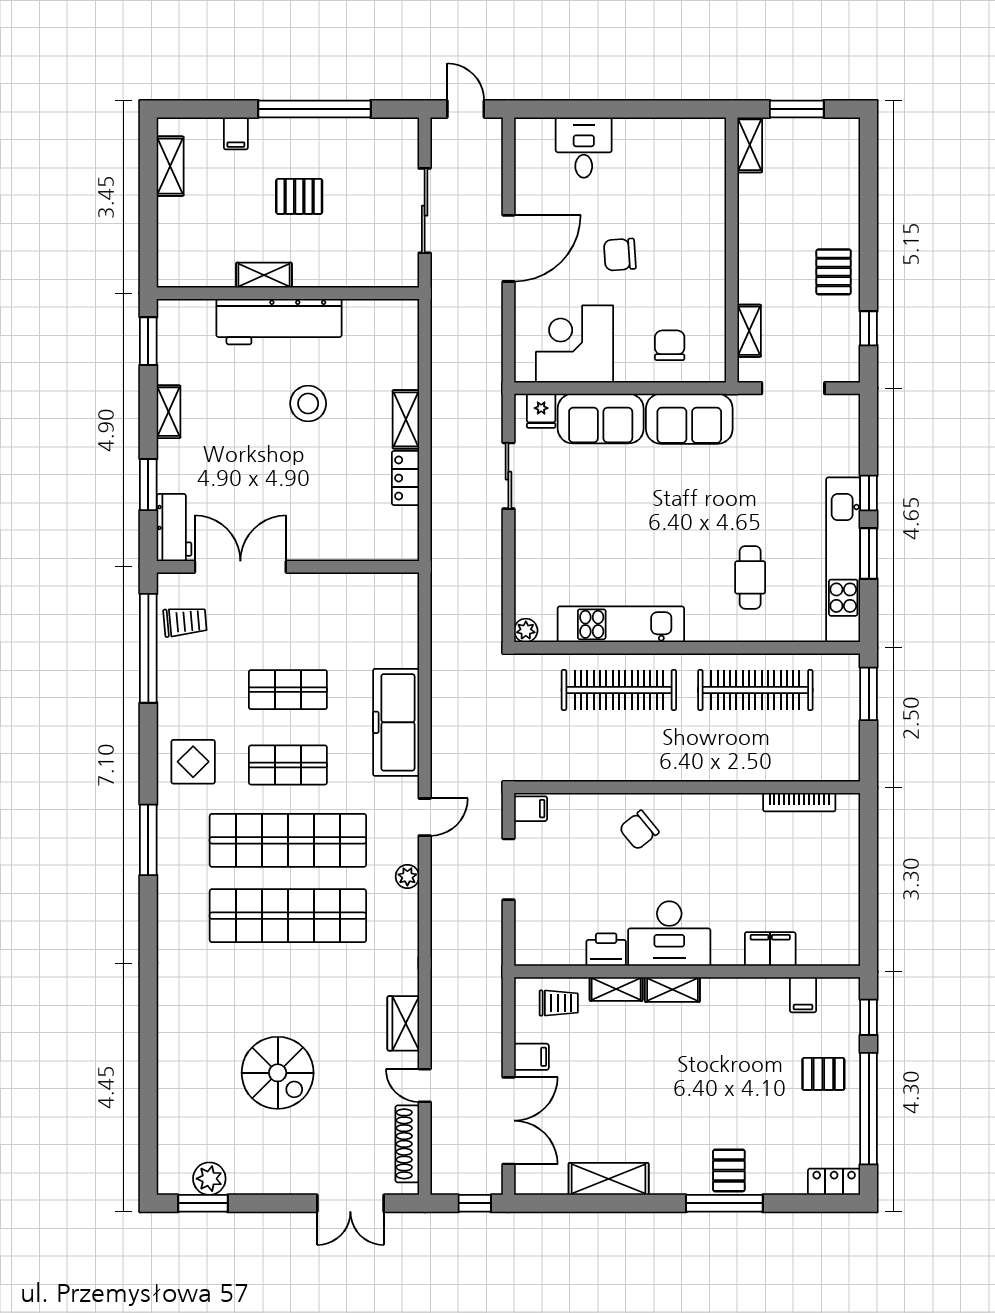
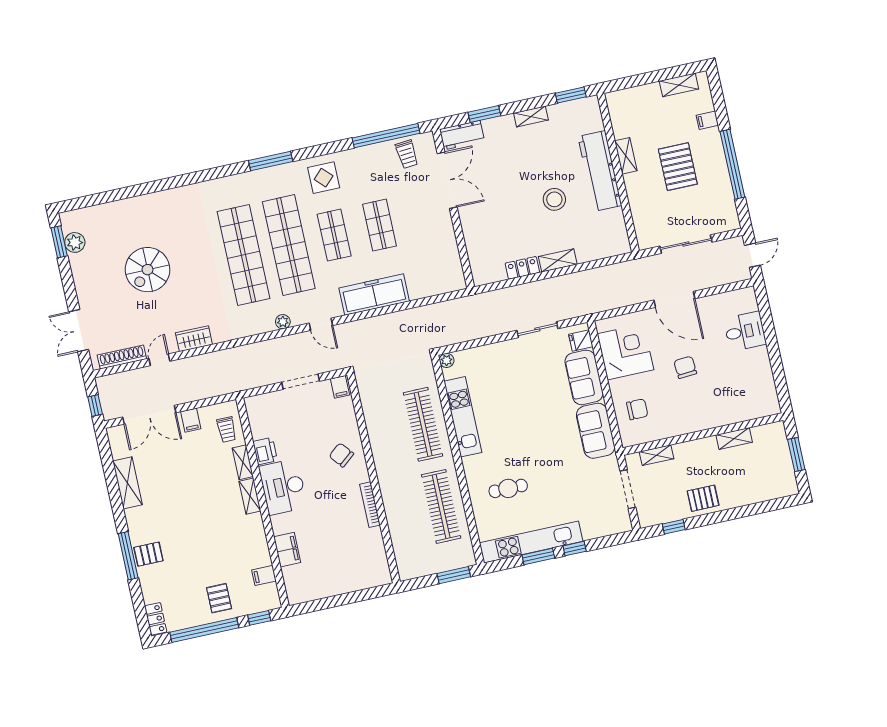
shelving: (750, 145) -> (734, 439), moved
pallet: (299, 196) -> (678, 167), width x1.50, depth x1.42
bookcase: (799, 802) -> (370, 505), moved

